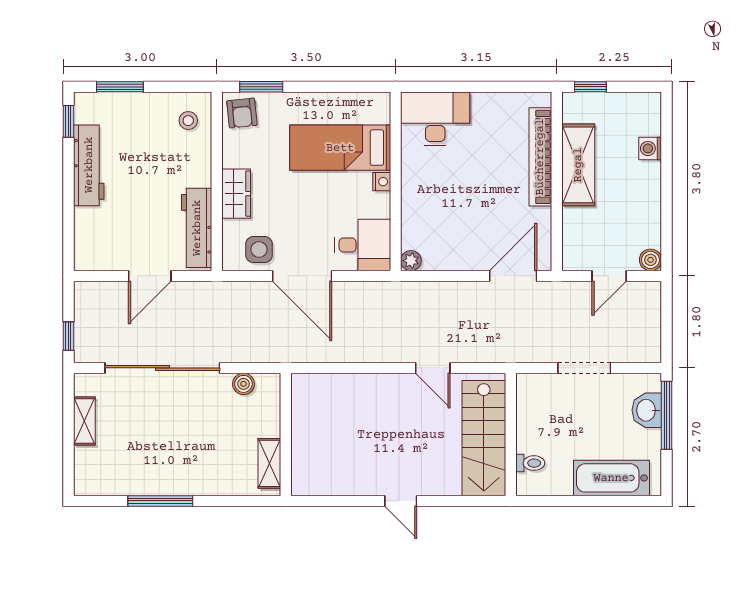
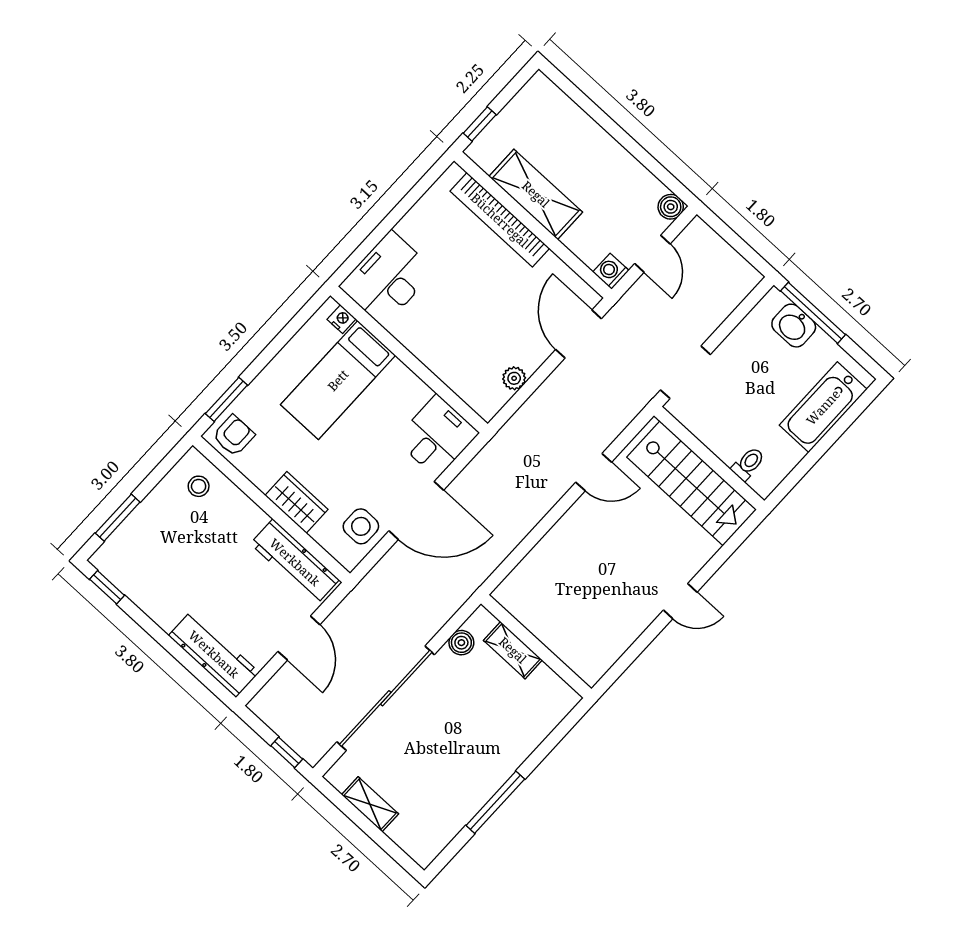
armchair: (242, 113) -> (234, 436), turned -84
washing machine: (650, 148) -> (611, 271), moved, turned 90
workbench: (89, 165) -> (214, 654), moved
nightstand: (382, 182) -> (342, 319), moved
plant: (411, 261) -> (514, 378), moved
doorway: (584, 368) -> (685, 372), moved
shelving: (269, 463) -> (513, 650), moved

